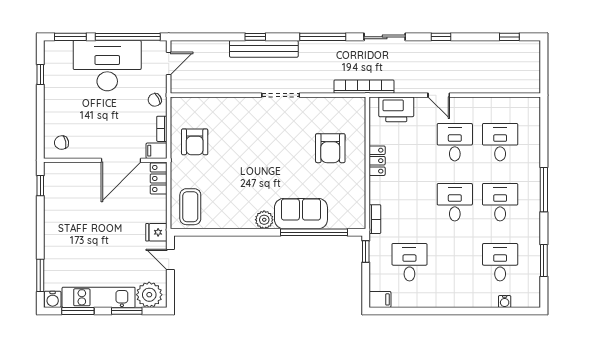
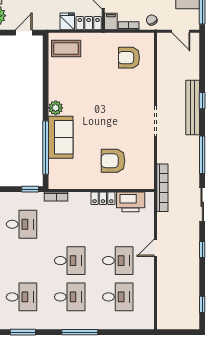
printer: (396, 109) -> (131, 202), moved, turned -90
armchair: (195, 142) -> (129, 58), moved
fridge: (156, 232) -> (67, 21), moved

